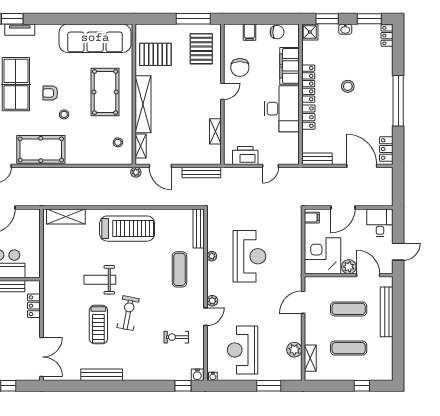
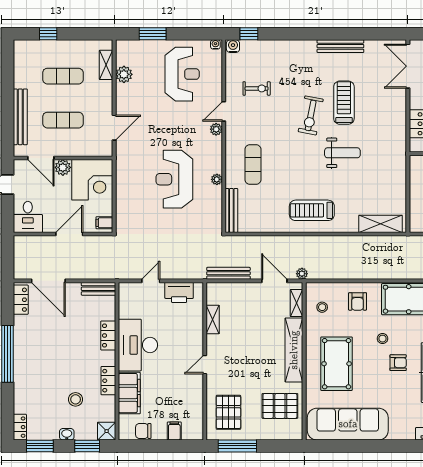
chair: (240, 67) -> (185, 391), removed
locker: (308, 84) -> (108, 381), width x0.66
stool: (348, 86) -> (76, 399), moved
armchair: (86, 147) -> (358, 301), added
treadmill: (127, 229) -> (312, 210), width x0.73, depth x0.73

